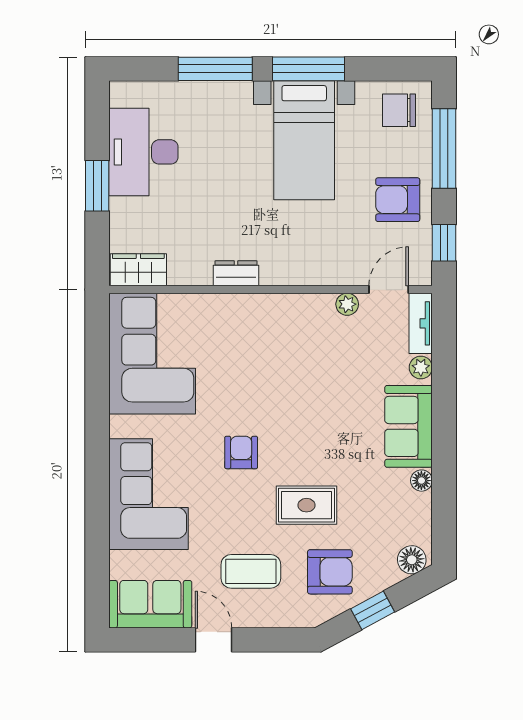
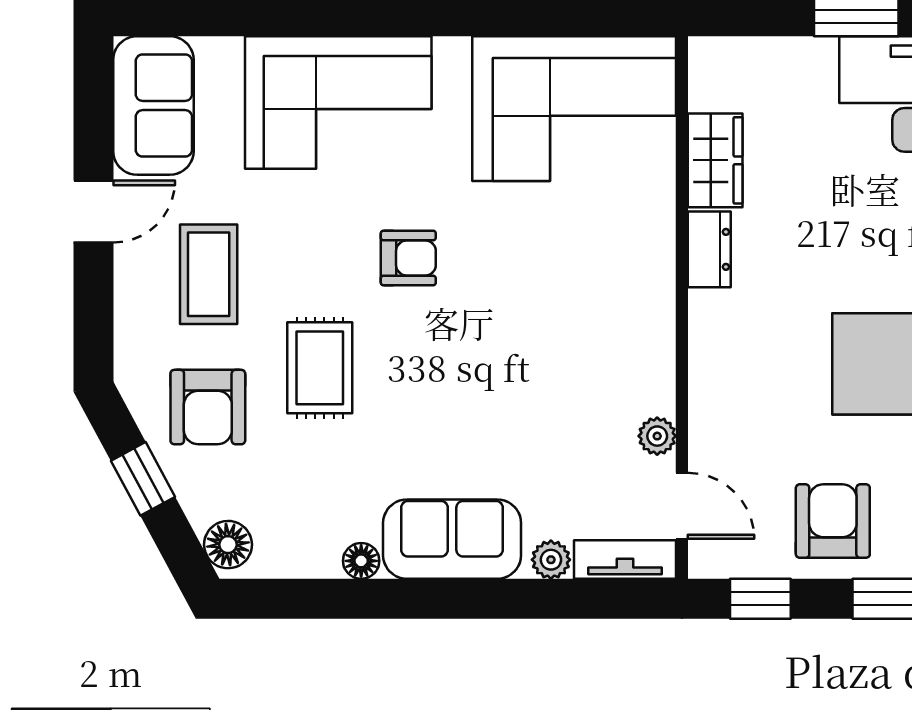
wardrobe: (138, 270) -> (715, 160), moved

